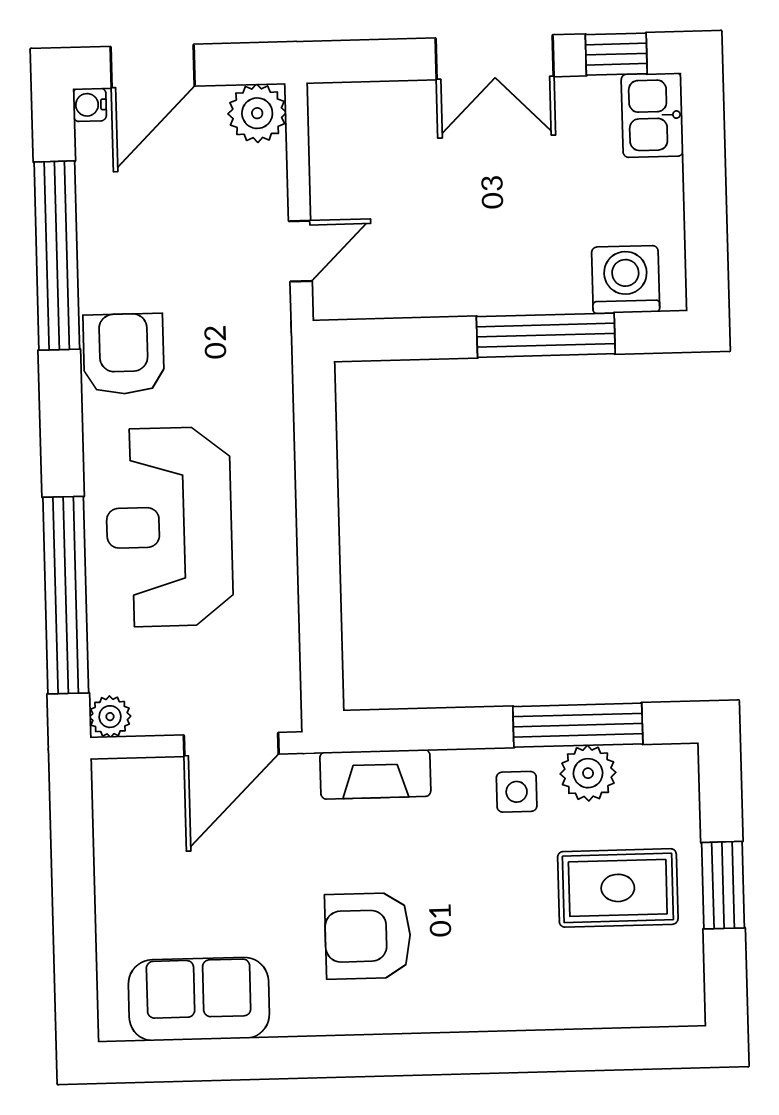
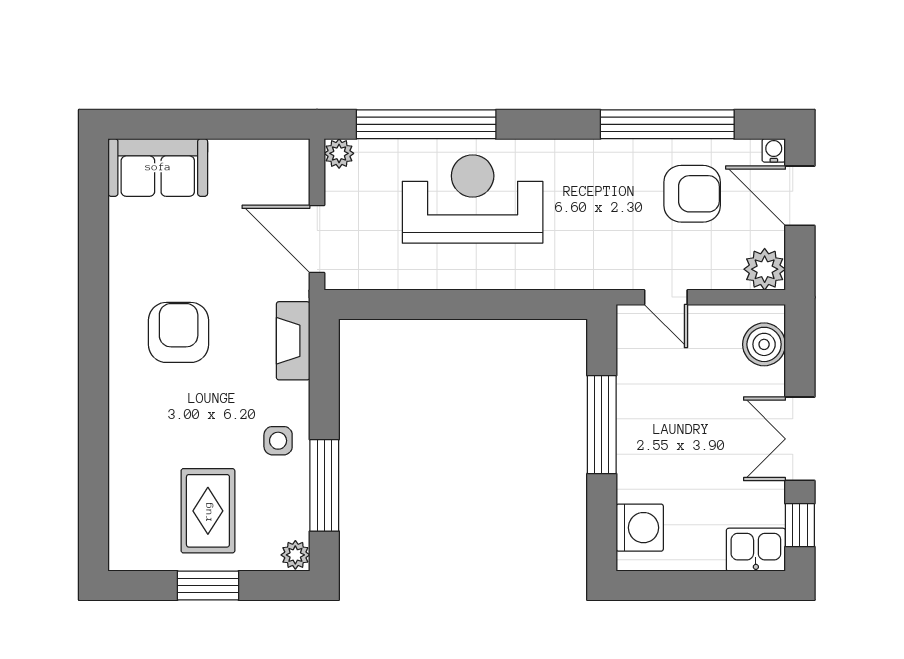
boiler: (363, 111) -> (764, 344), added
window: (546, 335) -> (602, 425), moved
armchair: (124, 354) -> (692, 194), moved
plant: (588, 773) -> (295, 555), moved, width x0.73, depth x0.73
sofa: (199, 999) -> (158, 167), moved, turned 90

